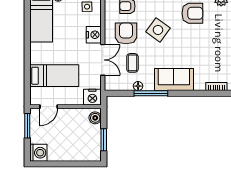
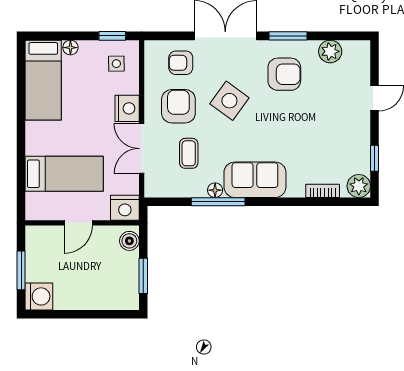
double door: (103, 60) -> (142, 149), swing flipped
floor lamp: (138, 86) -> (215, 190), moved
door: (49, 107) -> (78, 223), moved
window: (27, 126) -> (21, 270), moved

